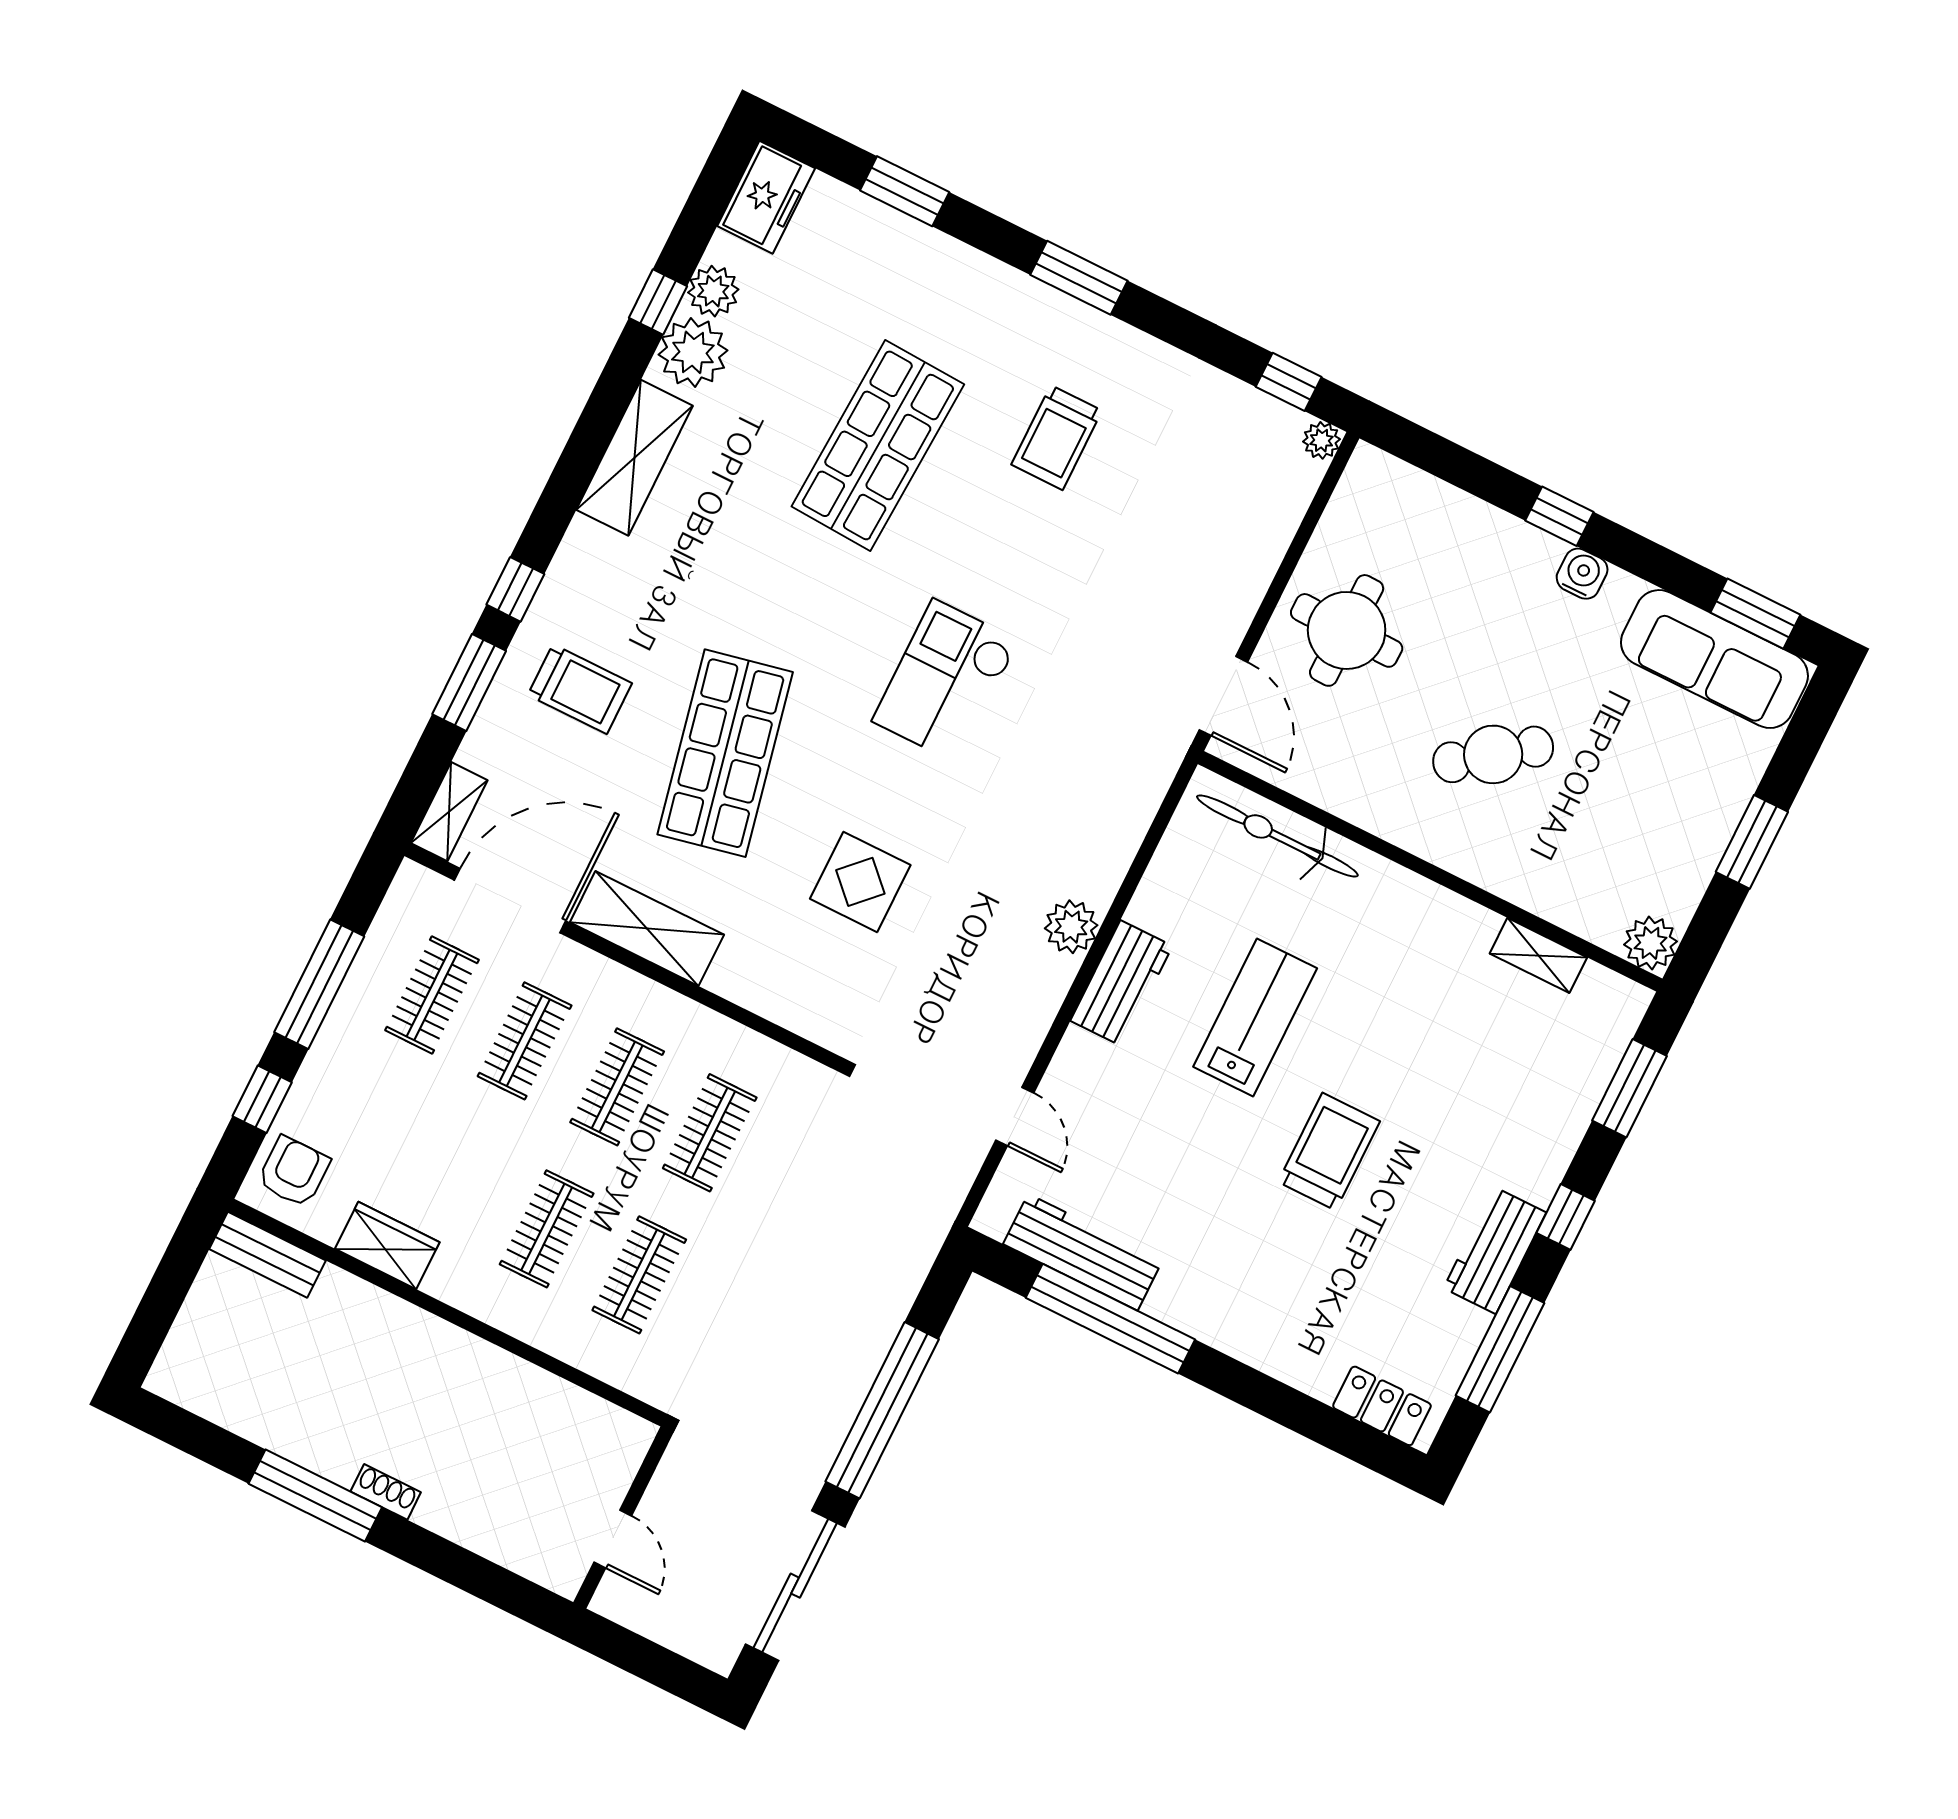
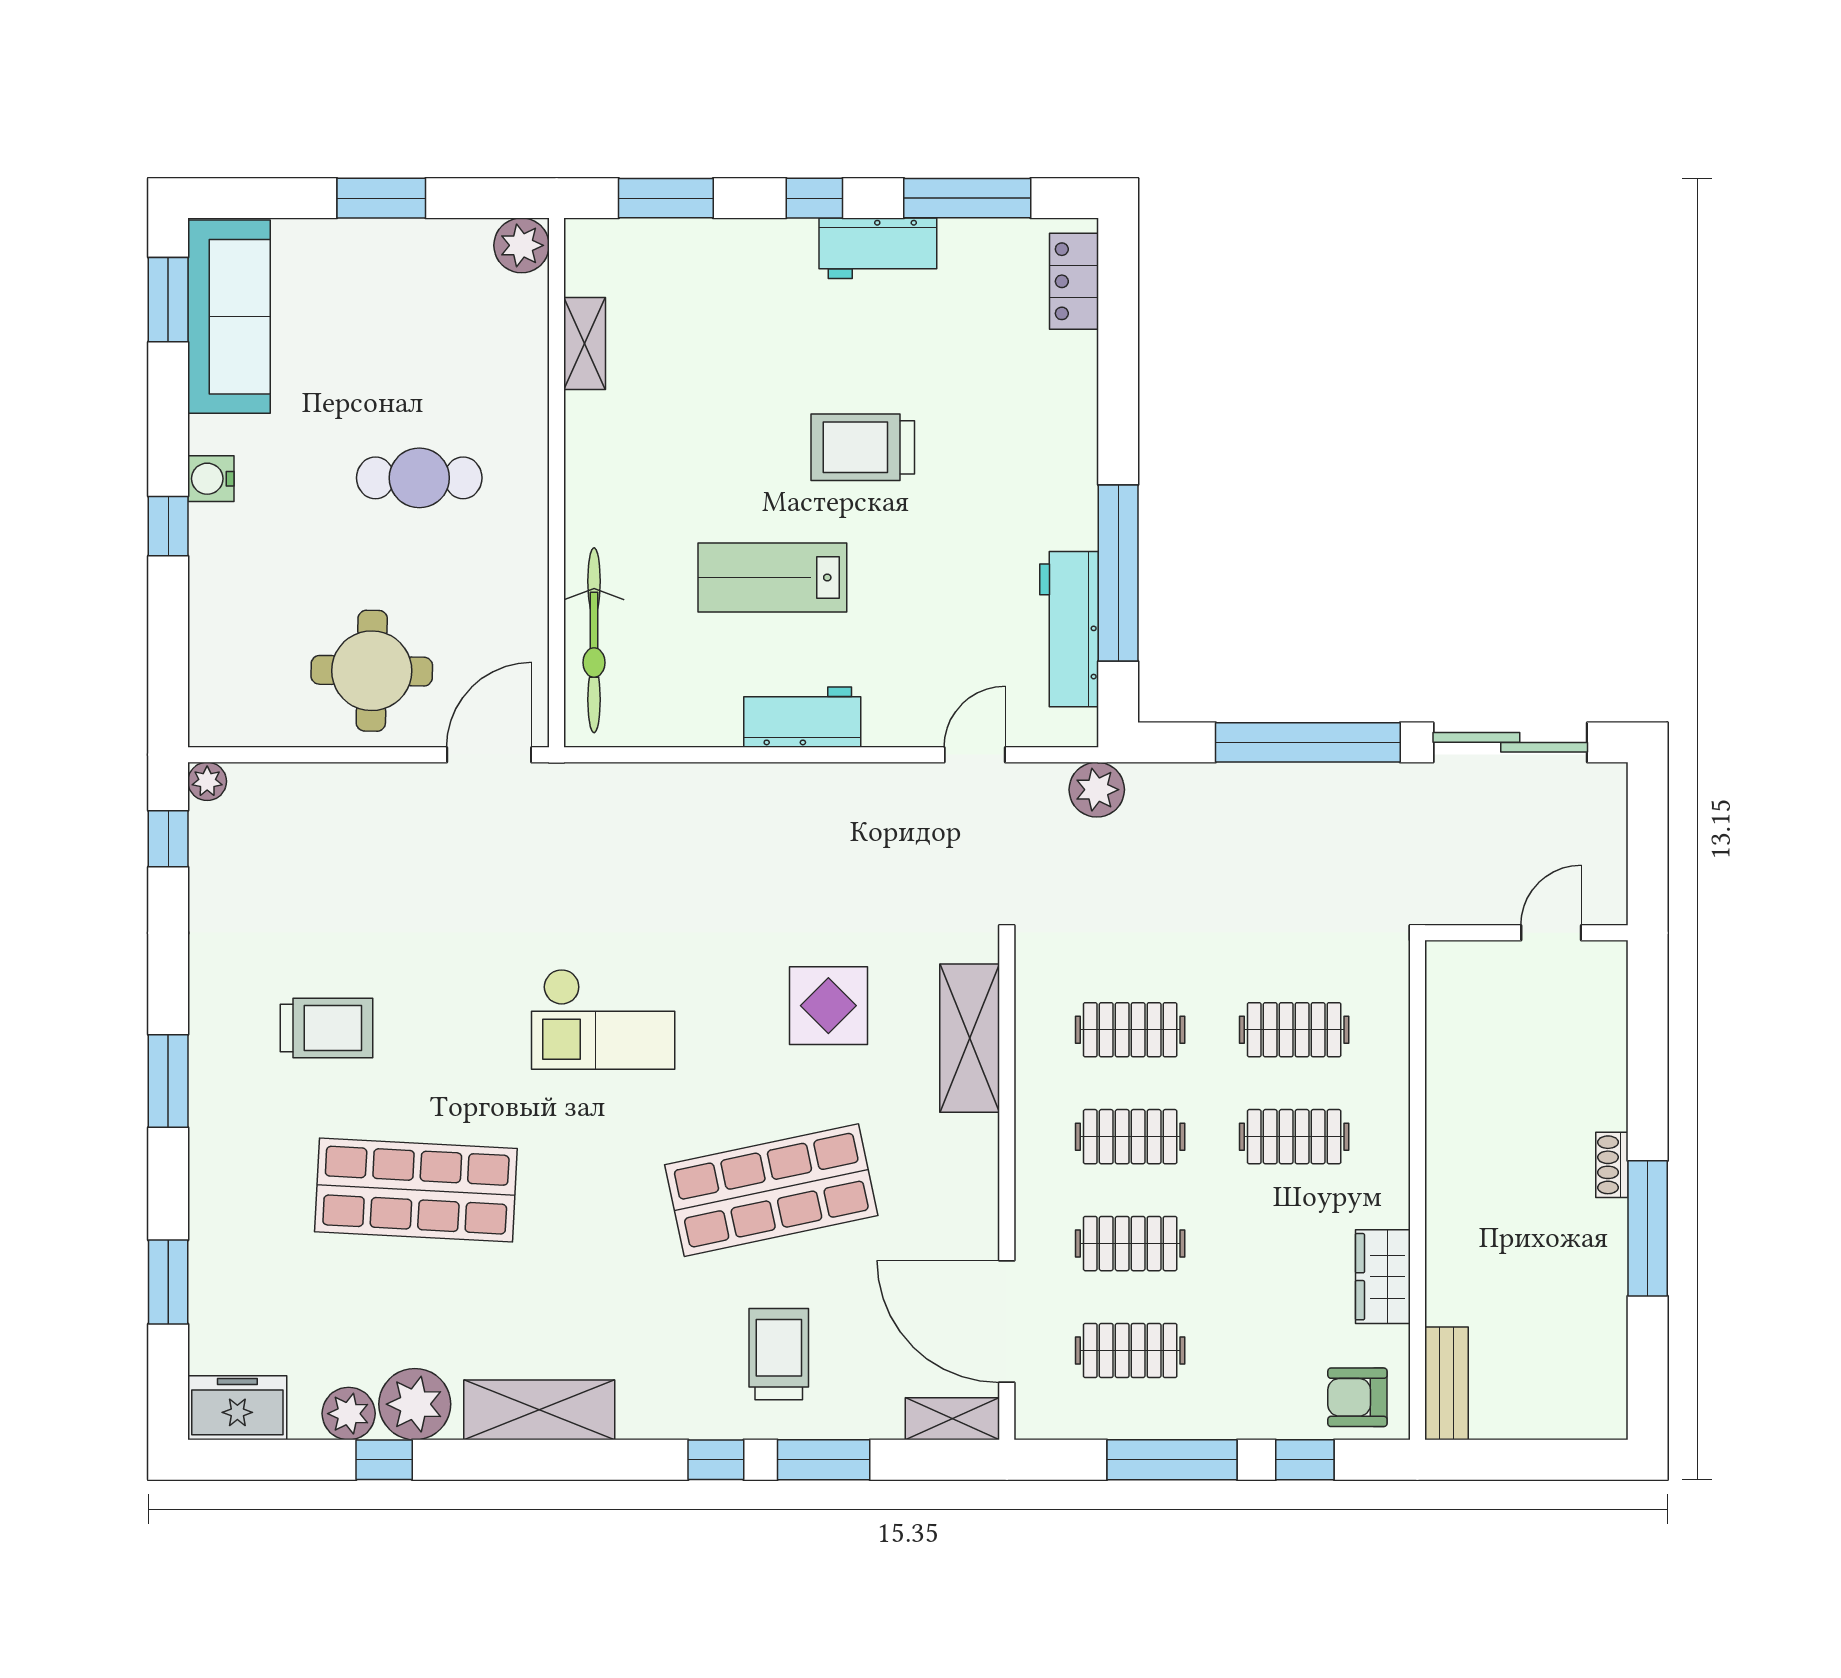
cafe table: (1493, 754) -> (419, 478), turned -53
plant: (1071, 927) -> (1097, 790), moved
shelving: (647, 929) -> (970, 1038), moved

